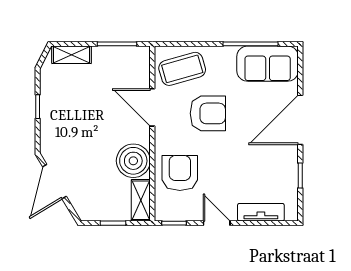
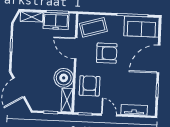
freezer: (115, 60) -> (56, 21), added

